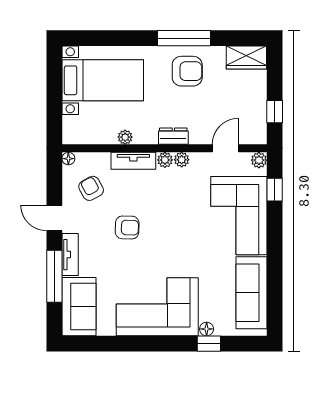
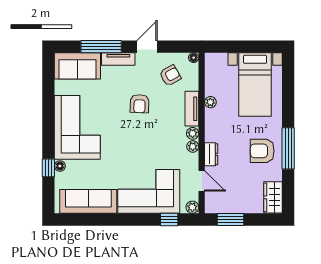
armchair: (187, 71) -> (262, 151), turned 90
window: (275, 112) -> (230, 219), width x1.50
dresser: (173, 136) -> (211, 154), moved

